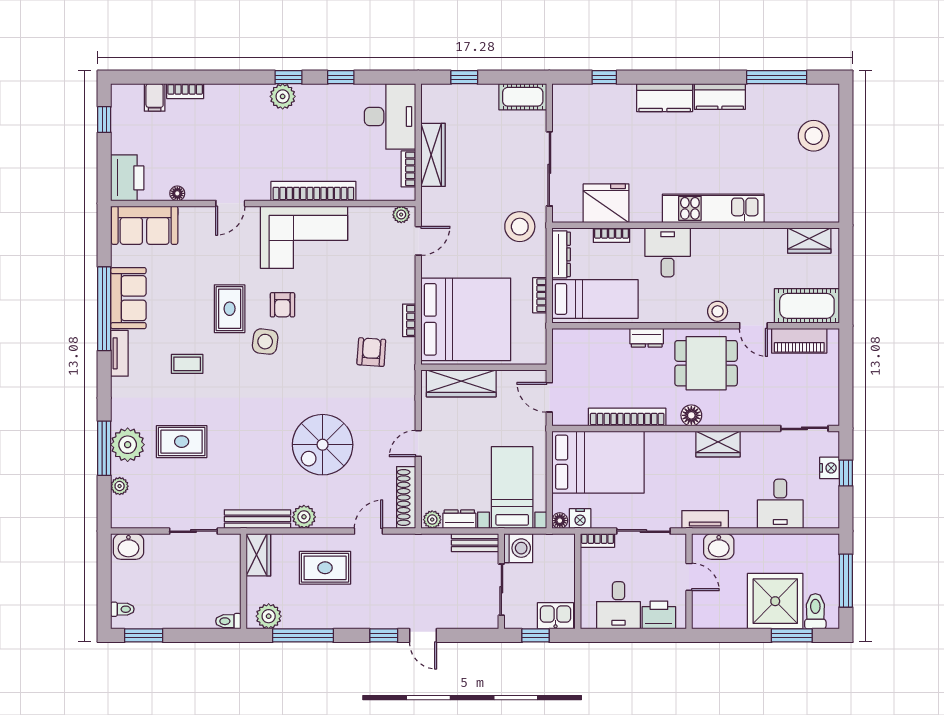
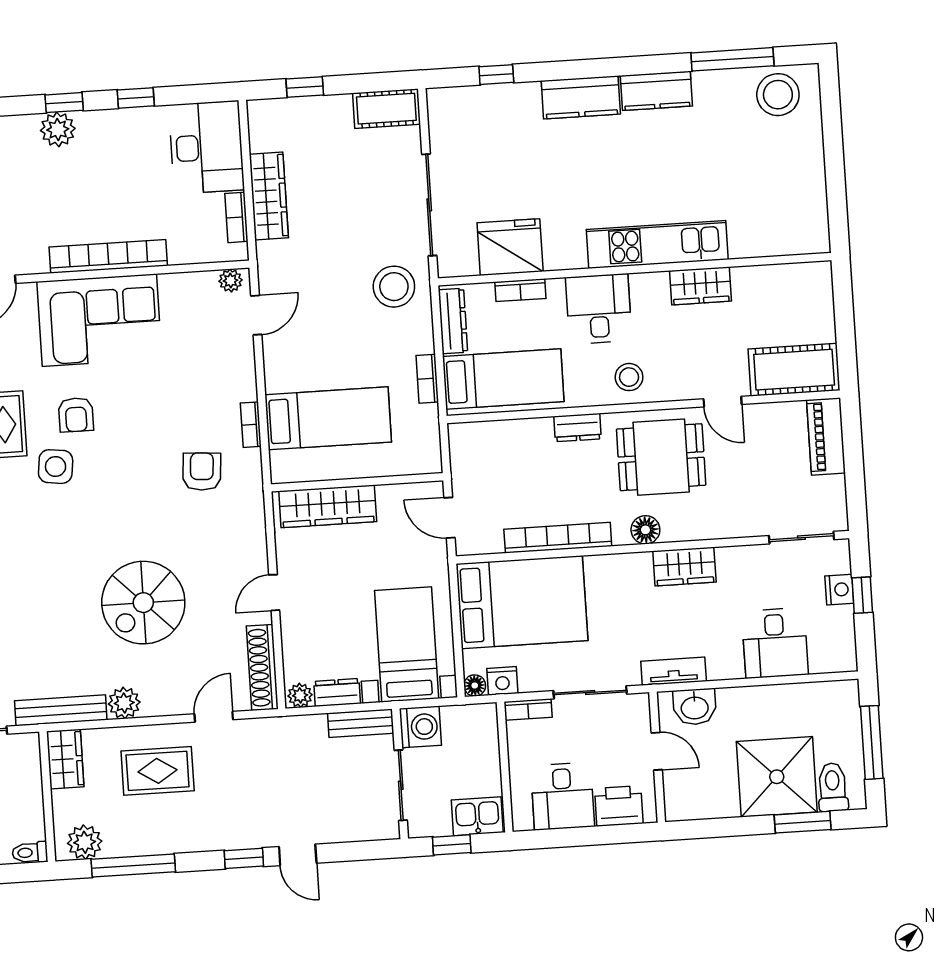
stool: (814, 136) -> (778, 95), moved
wardrobe: (809, 240) -> (700, 286), moved
stool: (718, 311) -> (629, 377), moved
bed: (466, 319) -> (328, 418), width x0.49
piano: (799, 341) -> (826, 436), moved, turned 90

